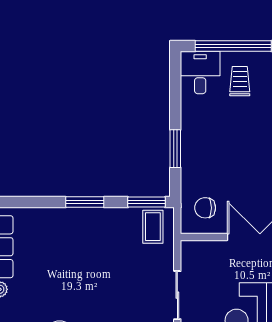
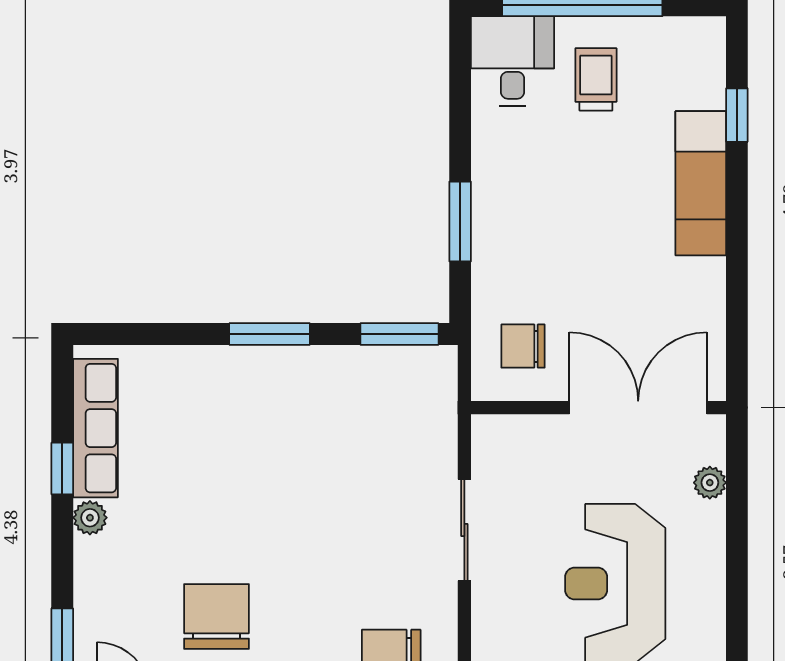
coffee table: (153, 227) -> (413, 386), removed

